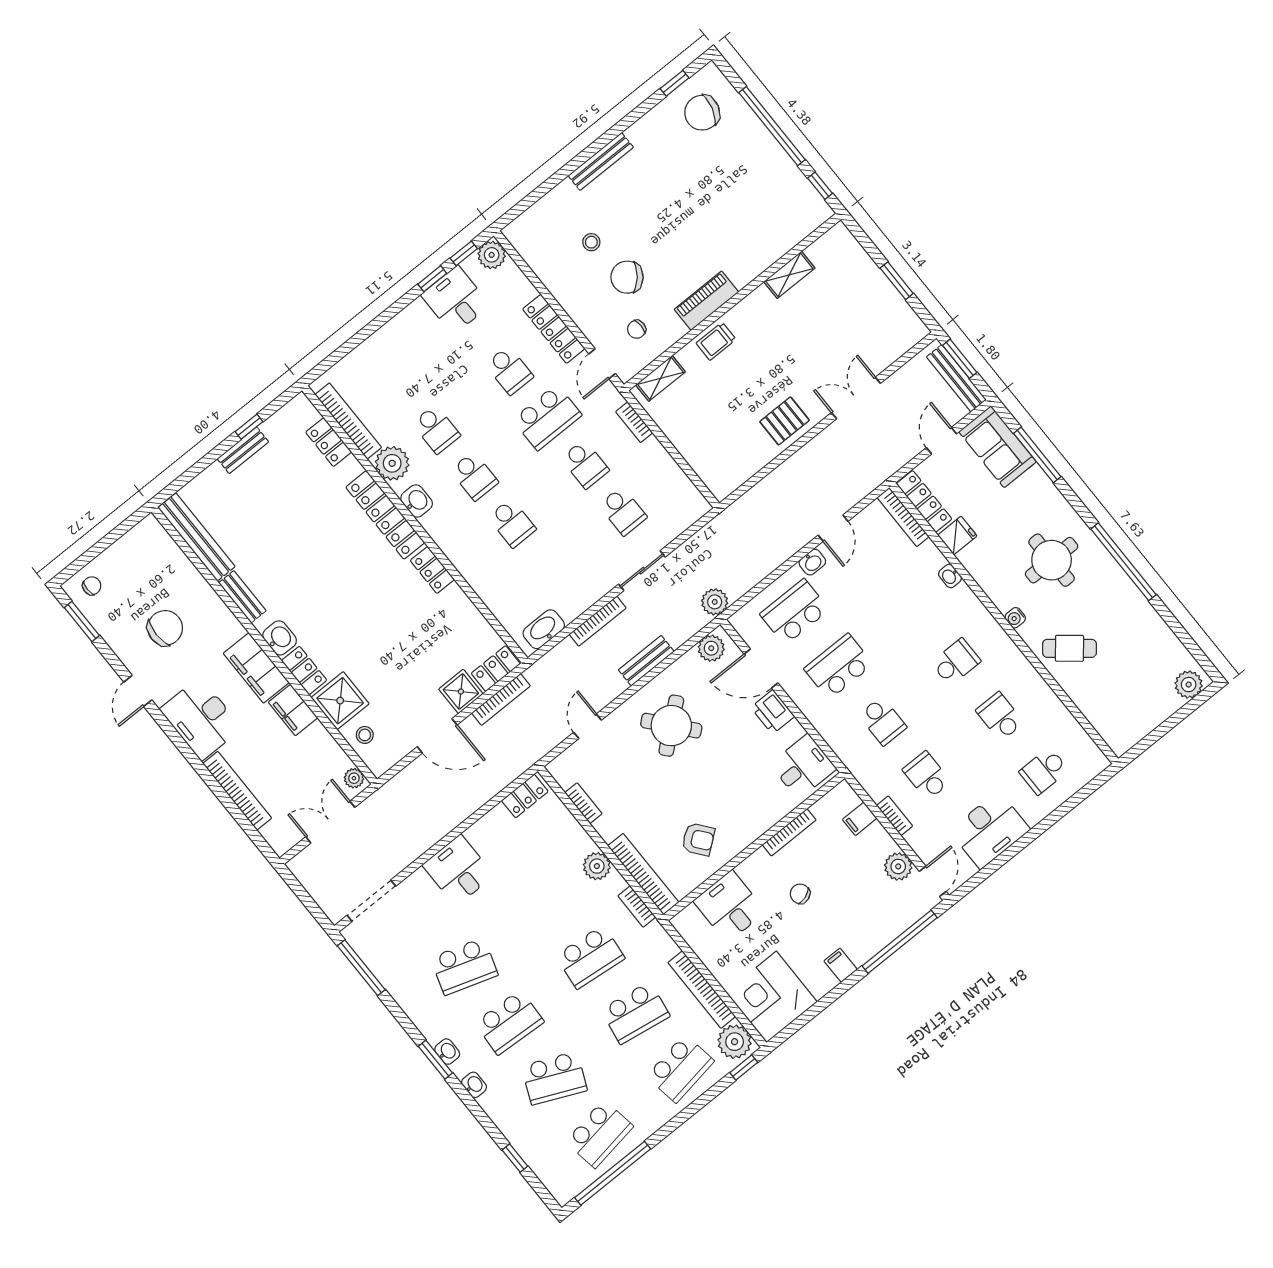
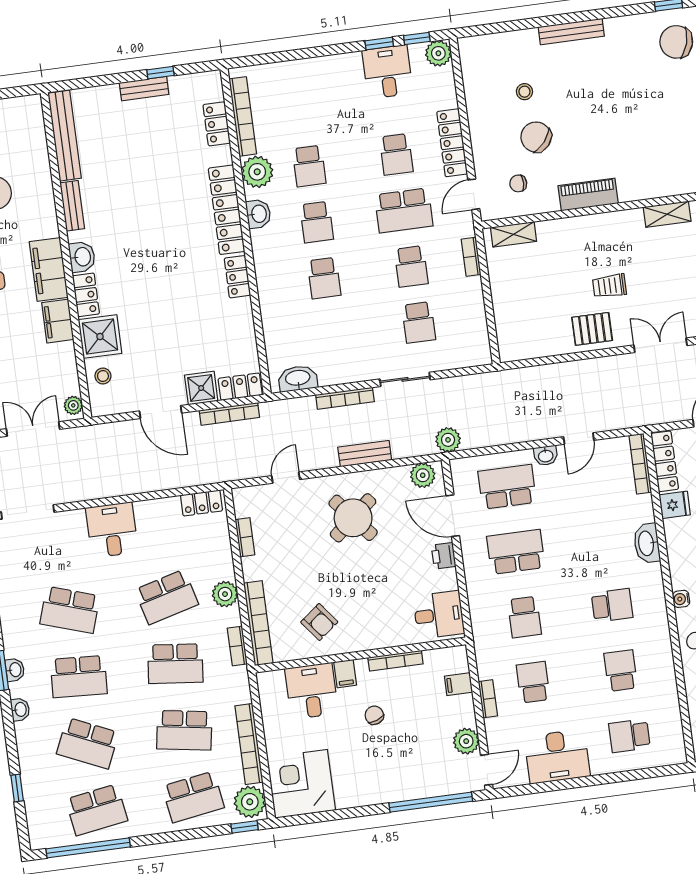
trolley: (716, 341) -> (609, 286), moved
washbasin: (950, 576) -> (647, 543), width x1.91, depth x1.45
printer: (773, 712) -> (444, 556), width x0.73, depth x0.81
school desk: (545, 901) -> (166, 597), added
filing cabinet: (841, 965) -> (345, 674), moved, turned 180

